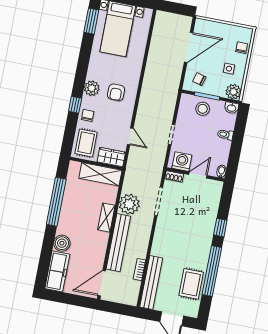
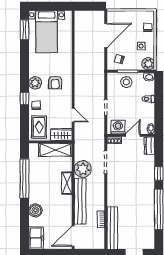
dresser: (216, 191) -> (149, 146), added
freezer: (57, 271) -> (36, 238), width x0.71
rug: (191, 284) -> (144, 223), removed

